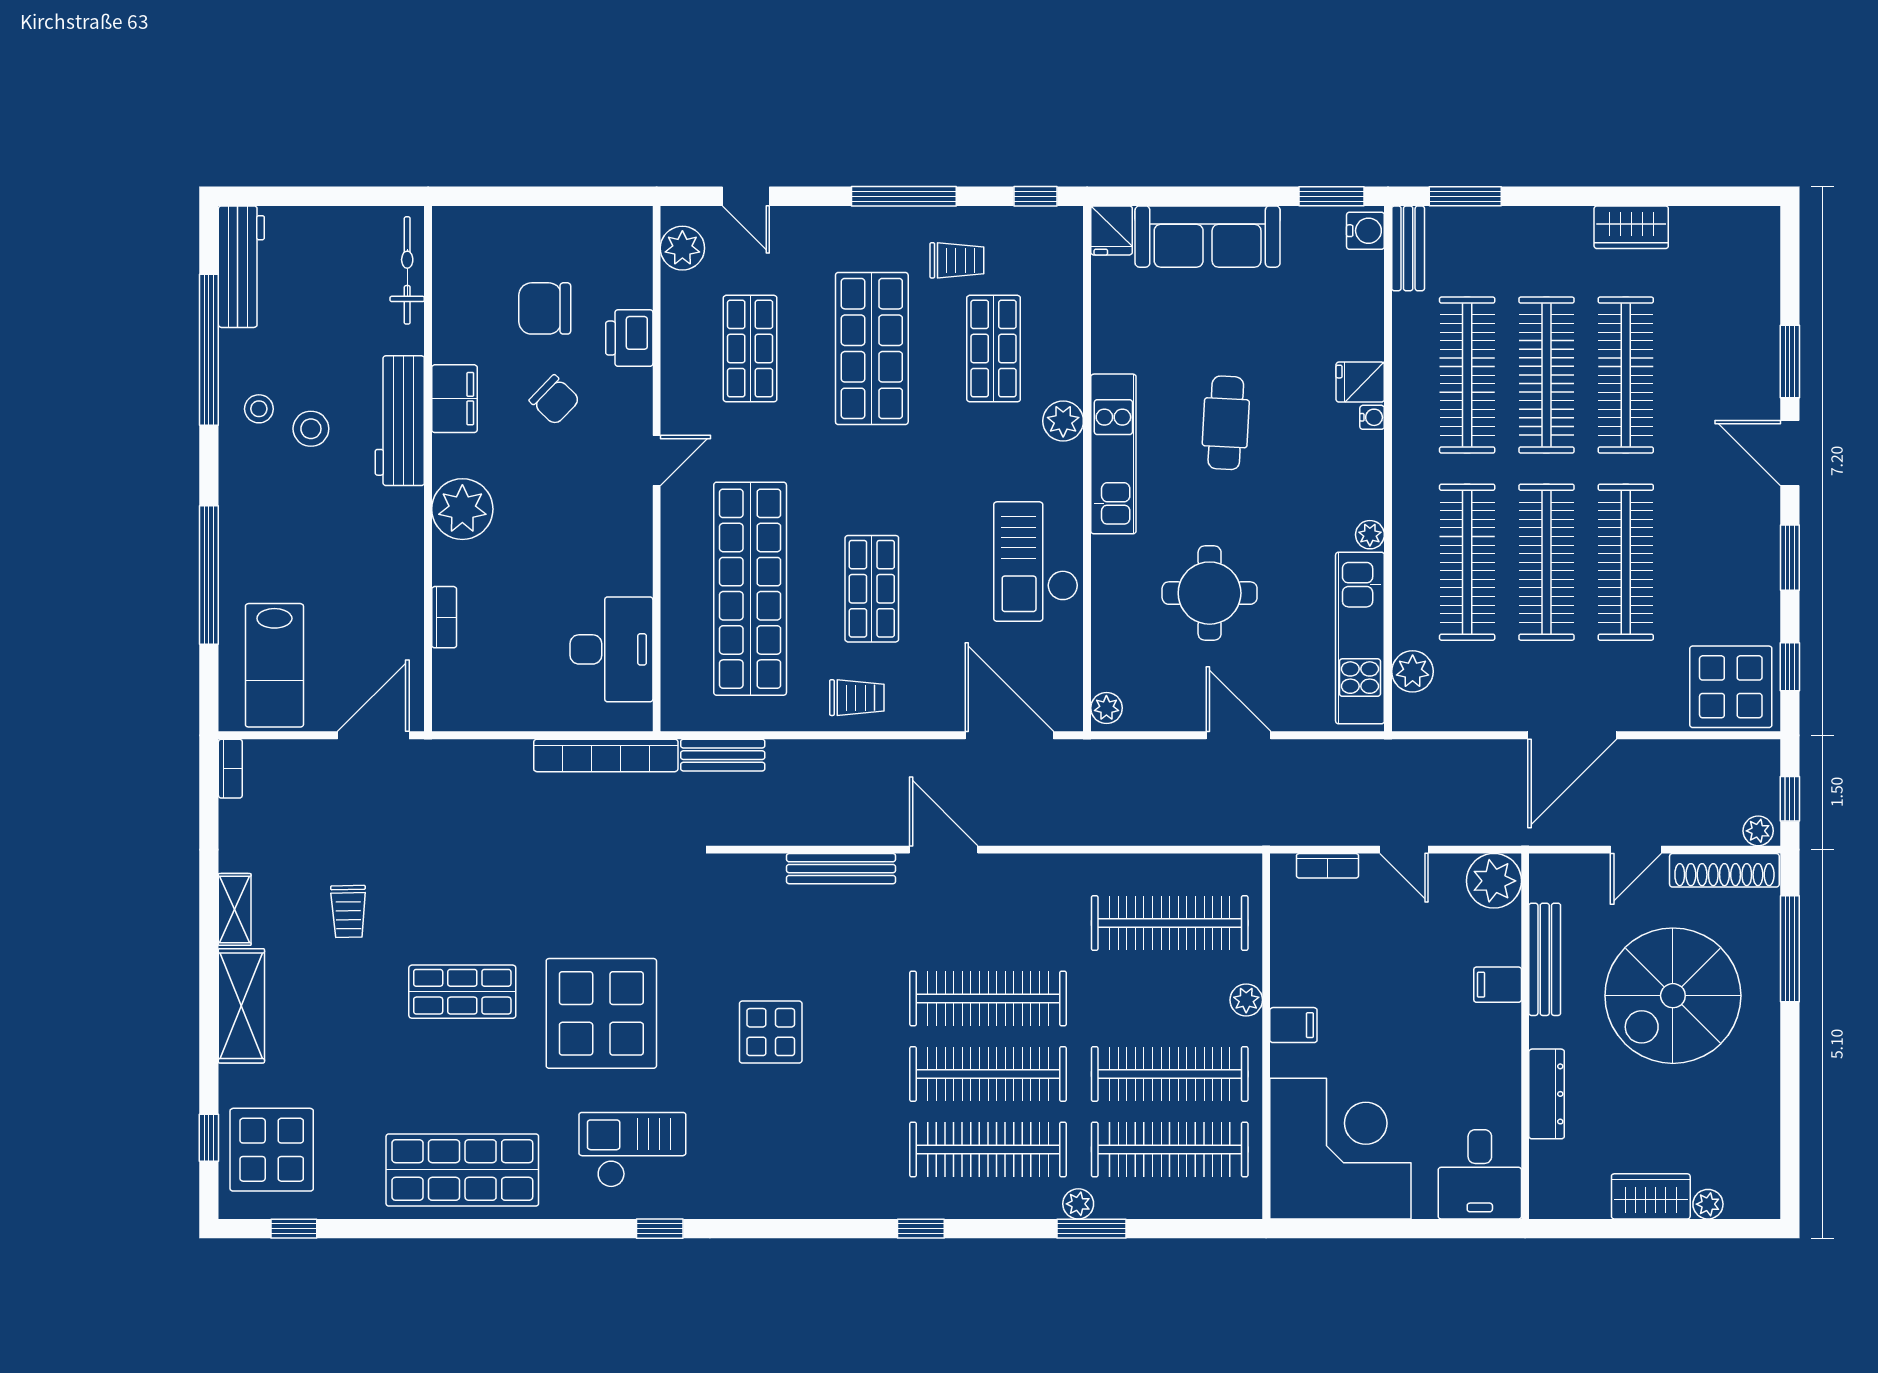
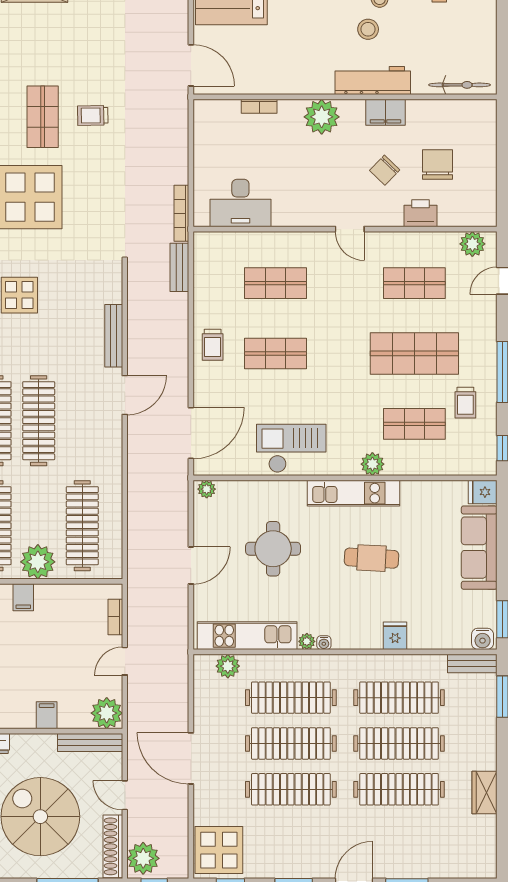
water cooler: (1372, 417) -> (324, 643), moved
shop shelf: (750, 589) -> (276, 283), width x0.50, depth x0.74
bookcase: (606, 755) -> (181, 213), width x0.68, depth x0.76
plant: (1758, 831) -> (143, 858), width x1.87, depth x1.87
trolley: (348, 911) -> (93, 115), moved
bench: (1545, 959) -> (90, 742), moved
plant: (1246, 1000) -> (38, 562), width x1.87, depth x1.87

